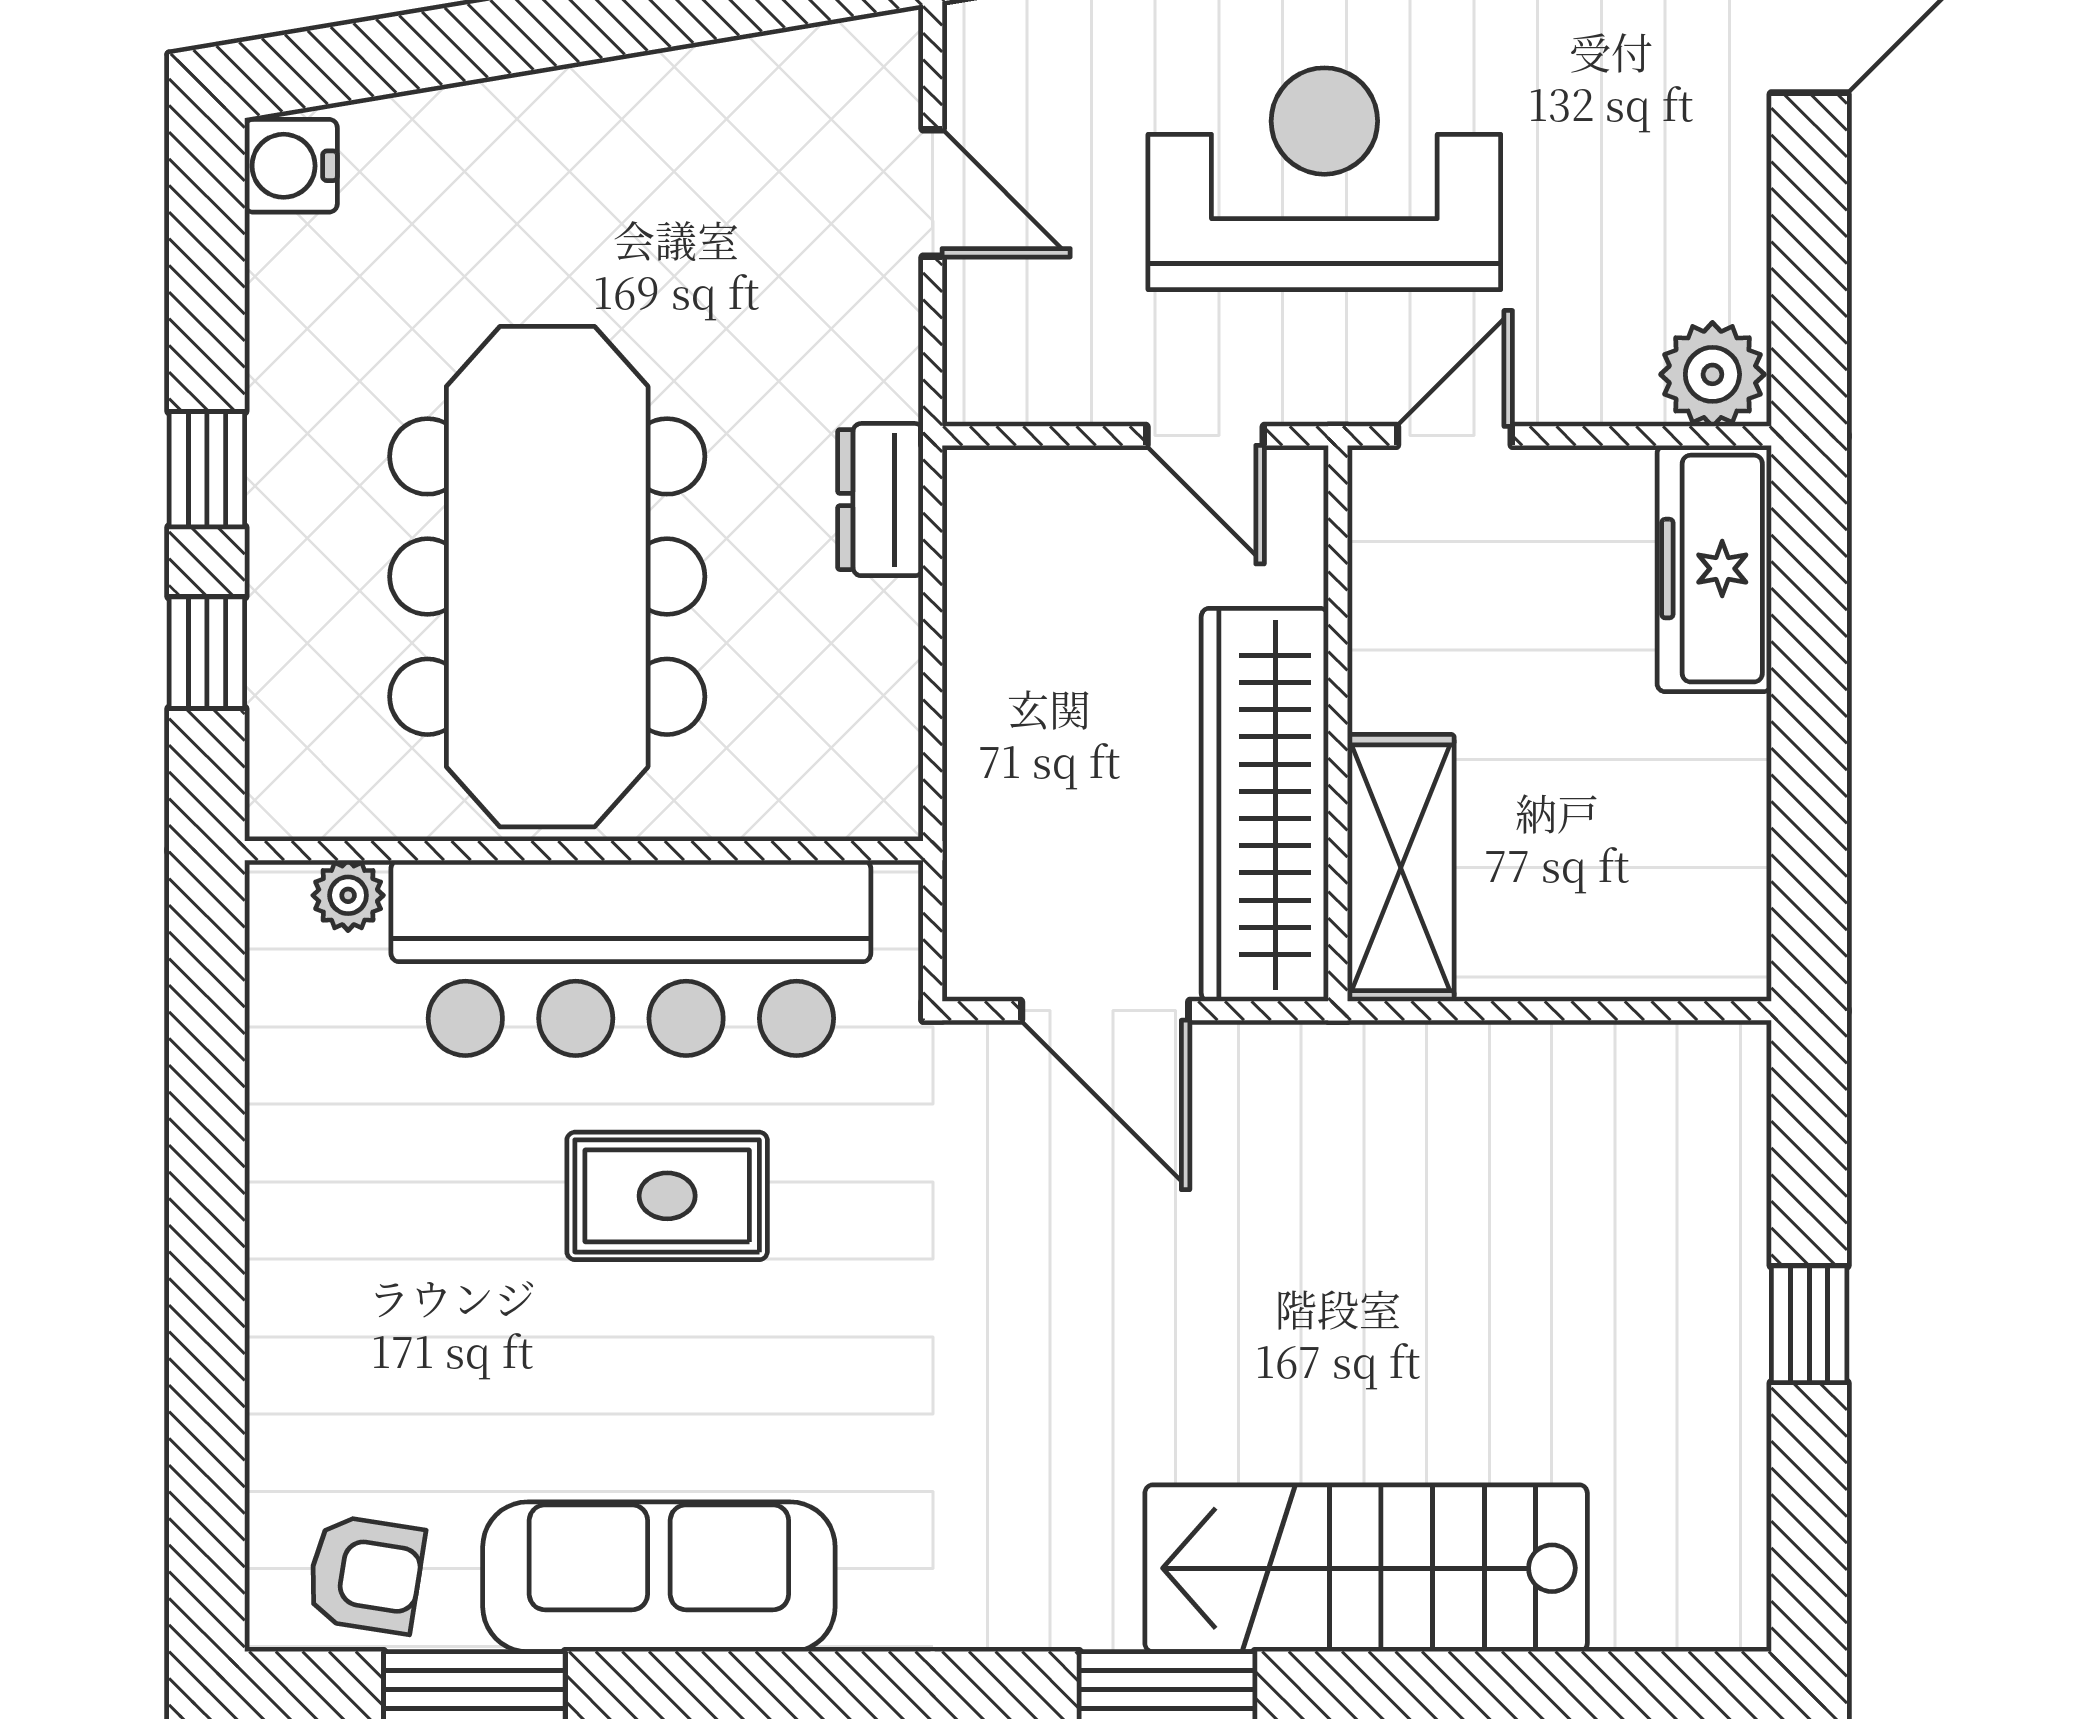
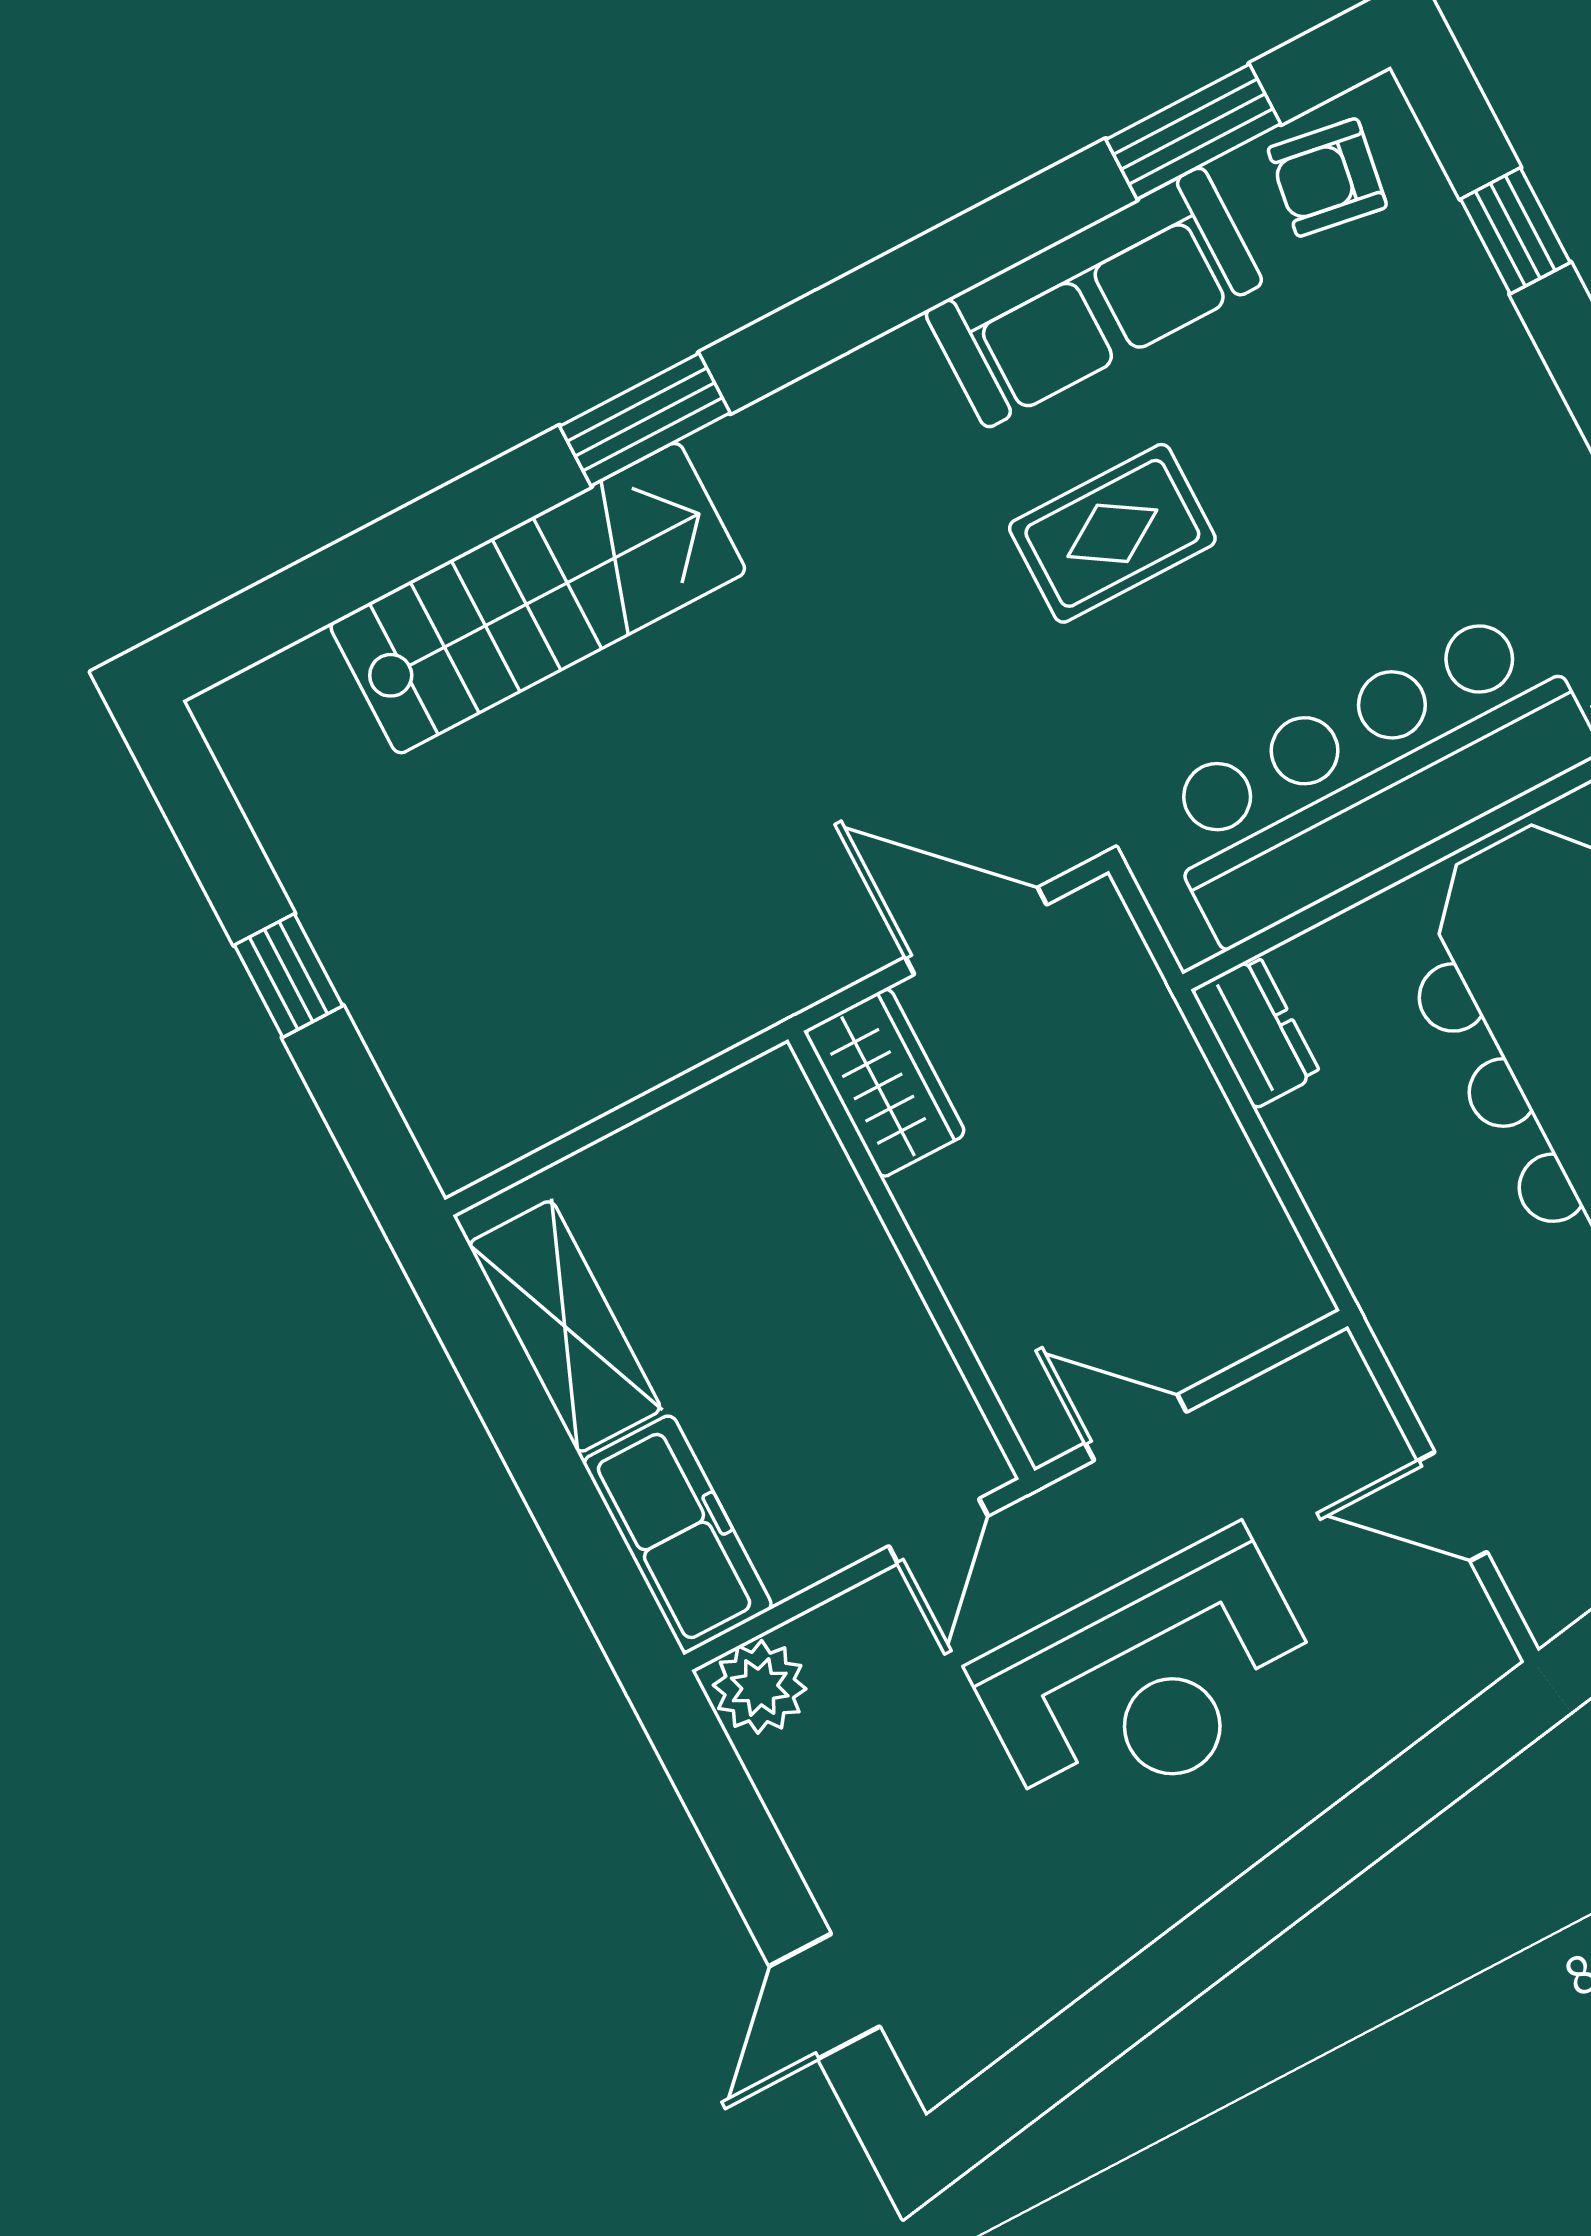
dresser: (880, 500) -> (1256, 1032), moved
wardrobe: (1265, 805) -> (885, 1083), width x0.48, depth x0.85
shelving: (1401, 868) -> (565, 1326), moved
rug: (667, 1196) -> (1112, 533), moved
window: (207, 1424) -> (1515, 231), added

